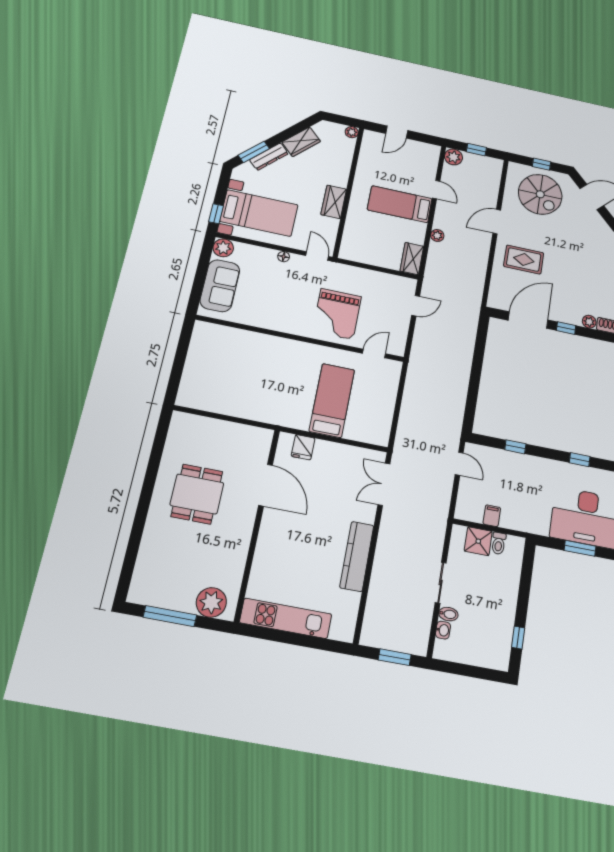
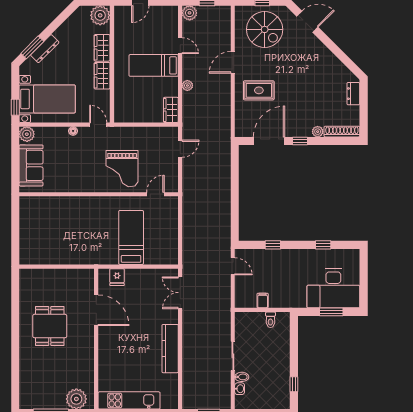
plant: (352, 132) -> (100, 15), width x1.88, depth x1.88
wardrobe: (301, 142) -> (102, 48), moved, turned 135
shower: (478, 541) -> (255, 321), removed

